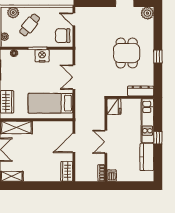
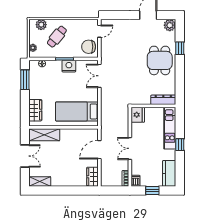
door: (74, 19) -> (99, 31), swing flipped
dining table: (127, 53) -> (160, 60), moved
window: (158, 56) -> (180, 48), moved
double door: (74, 77) -> (99, 76), moved
kitchen counter: (147, 157) -> (169, 173), moved
window: (129, 186) -> (152, 190), added

